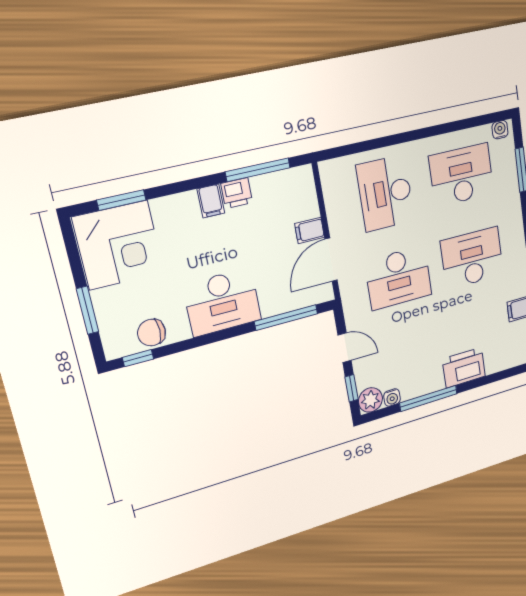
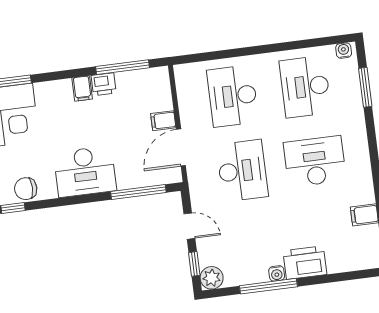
desk: (461, 175) -> (305, 87), turned -90
desk: (398, 278) -> (242, 171), turned -90
water cooler: (392, 397) -> (277, 273), moved

